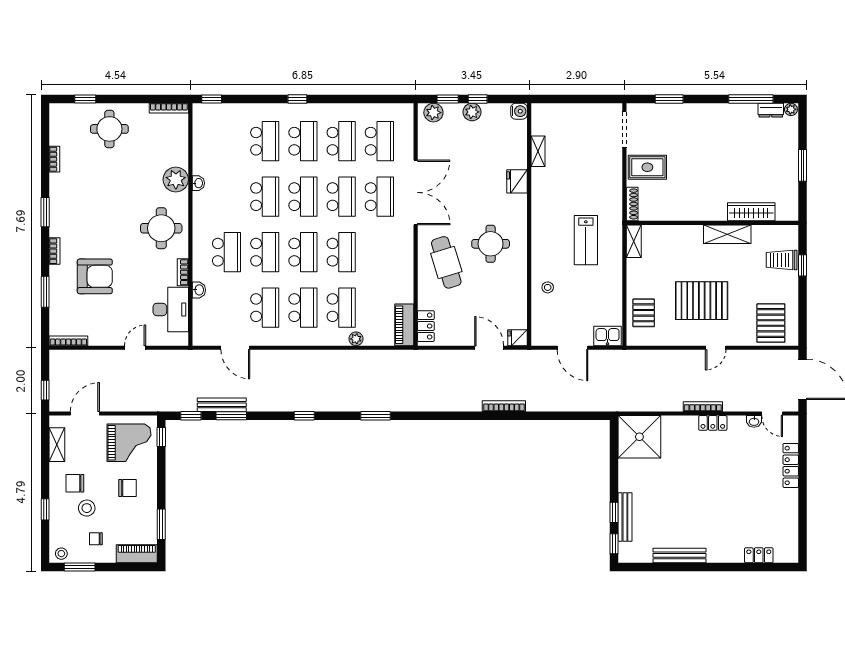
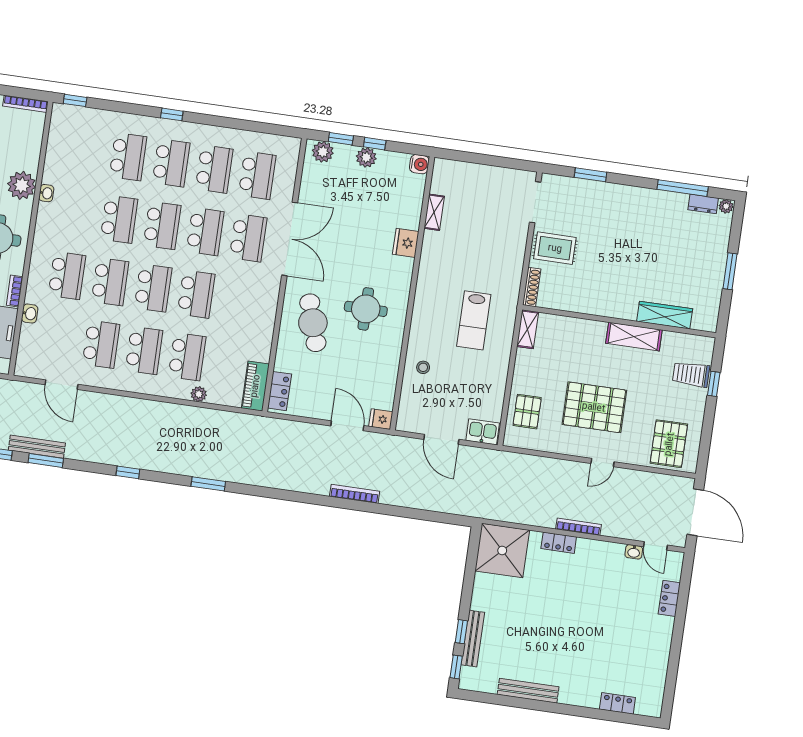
locker: (713, 423) -> (559, 543), moved
locker: (791, 465) -> (669, 598), width x0.66

